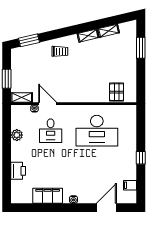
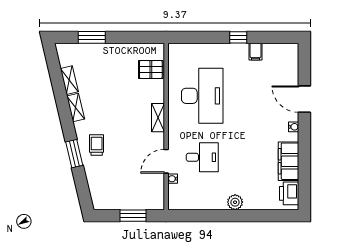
window: (29, 40) -> (74, 154), moved
shelving: (22, 98) -> (158, 118), moved
plant: (17, 135) -> (235, 202), moved
printer: (18, 171) -> (289, 193), moved, turned -90
filing cabinet: (130, 185) -> (256, 52), moved
door: (106, 208) -> (304, 99), moved

